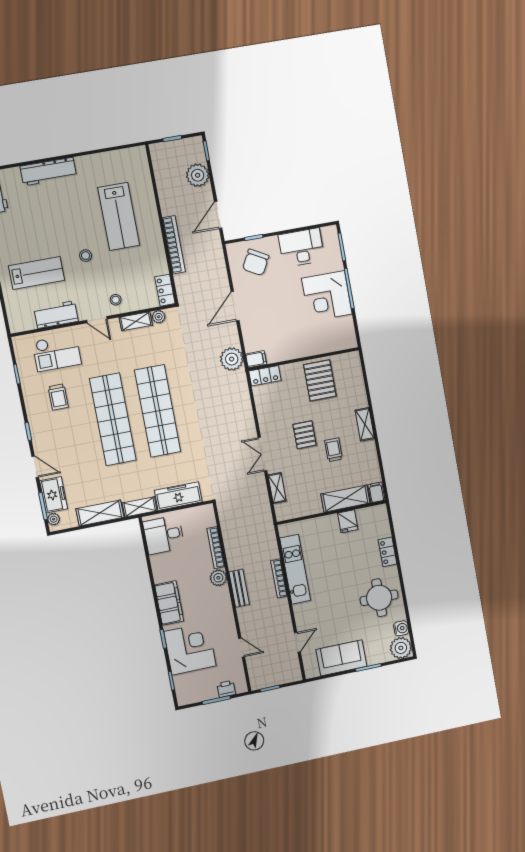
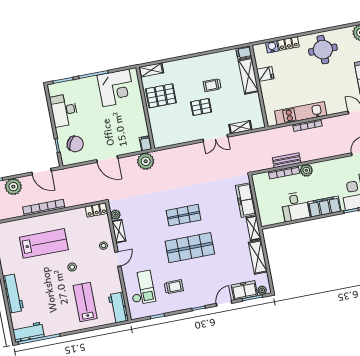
bookcase: (174, 245) -> (44, 208), moved
corner desk: (327, 296) -> (116, 88), moved
workbench: (56, 315) -> (118, 308), moved
locker: (265, 376) -> (158, 137), removed
shop shelf: (158, 411) -> (184, 215), width x0.50, depth x0.74
shop shelf: (113, 419) -> (190, 248), width x0.71
shelving: (365, 424) -> (151, 70), moved
desk: (164, 535) -> (295, 207), moved
bench: (239, 588) -> (287, 160), moved
water cooler: (401, 628) -> (272, 47), moved

